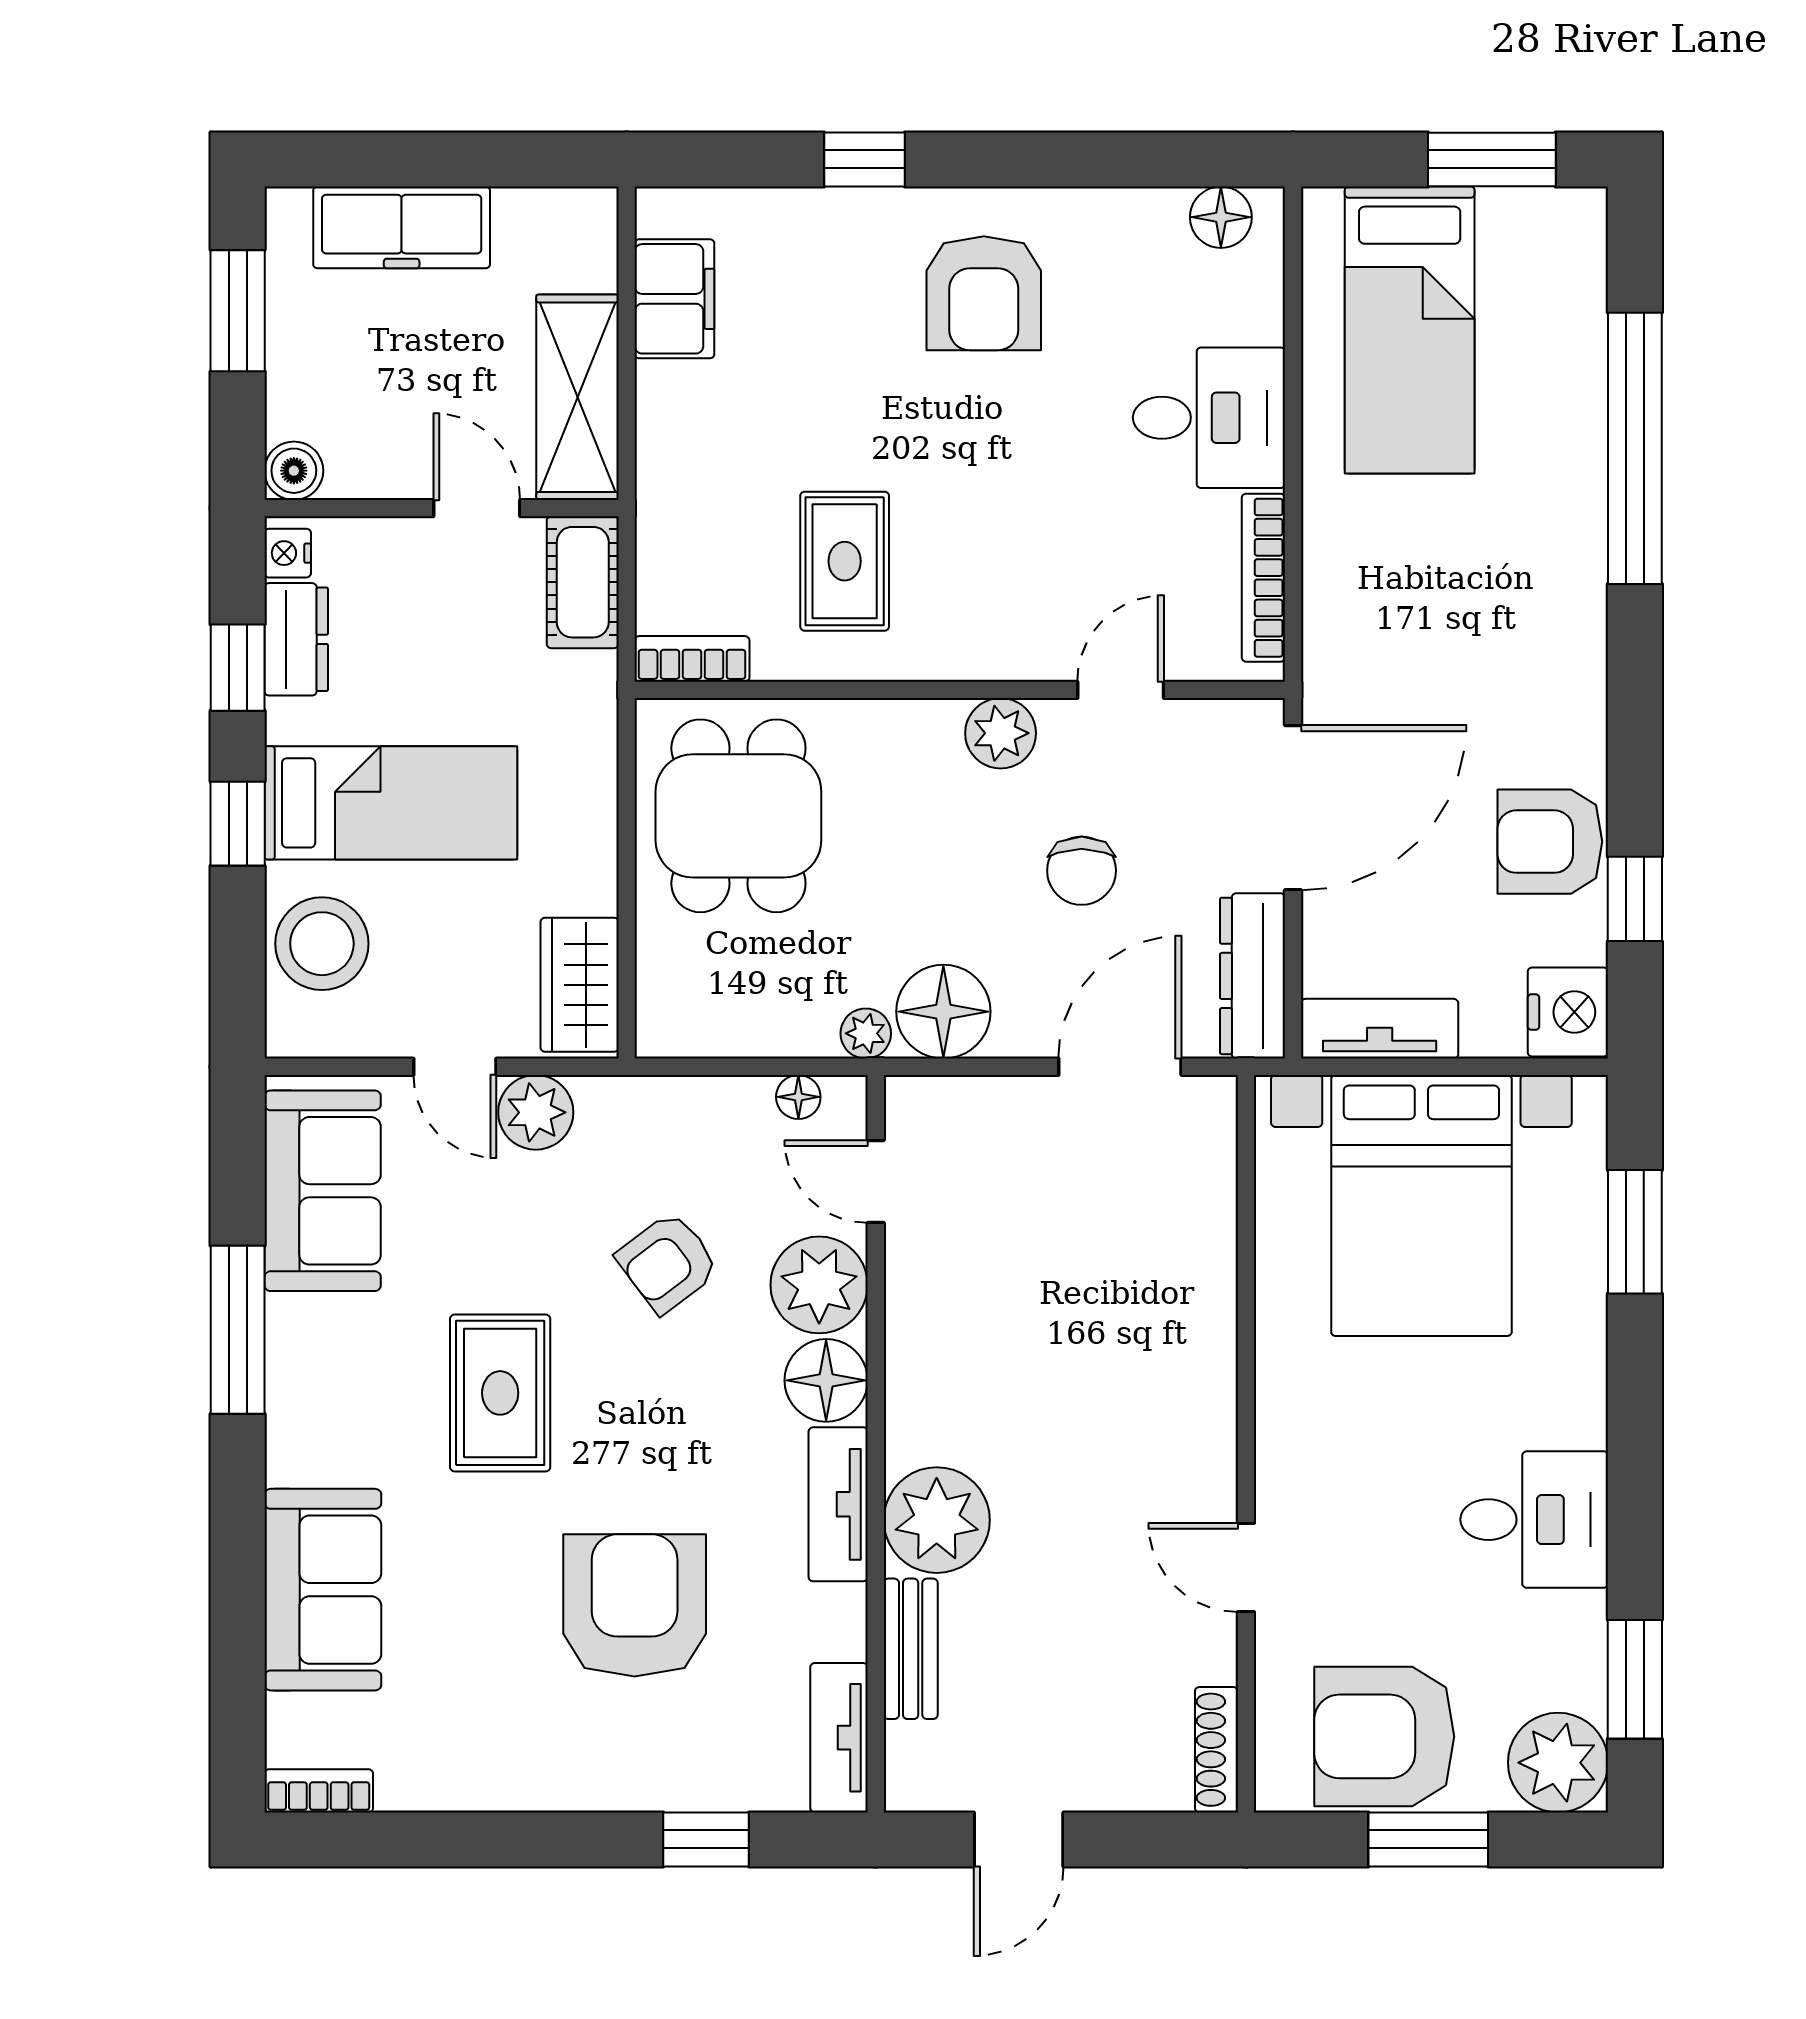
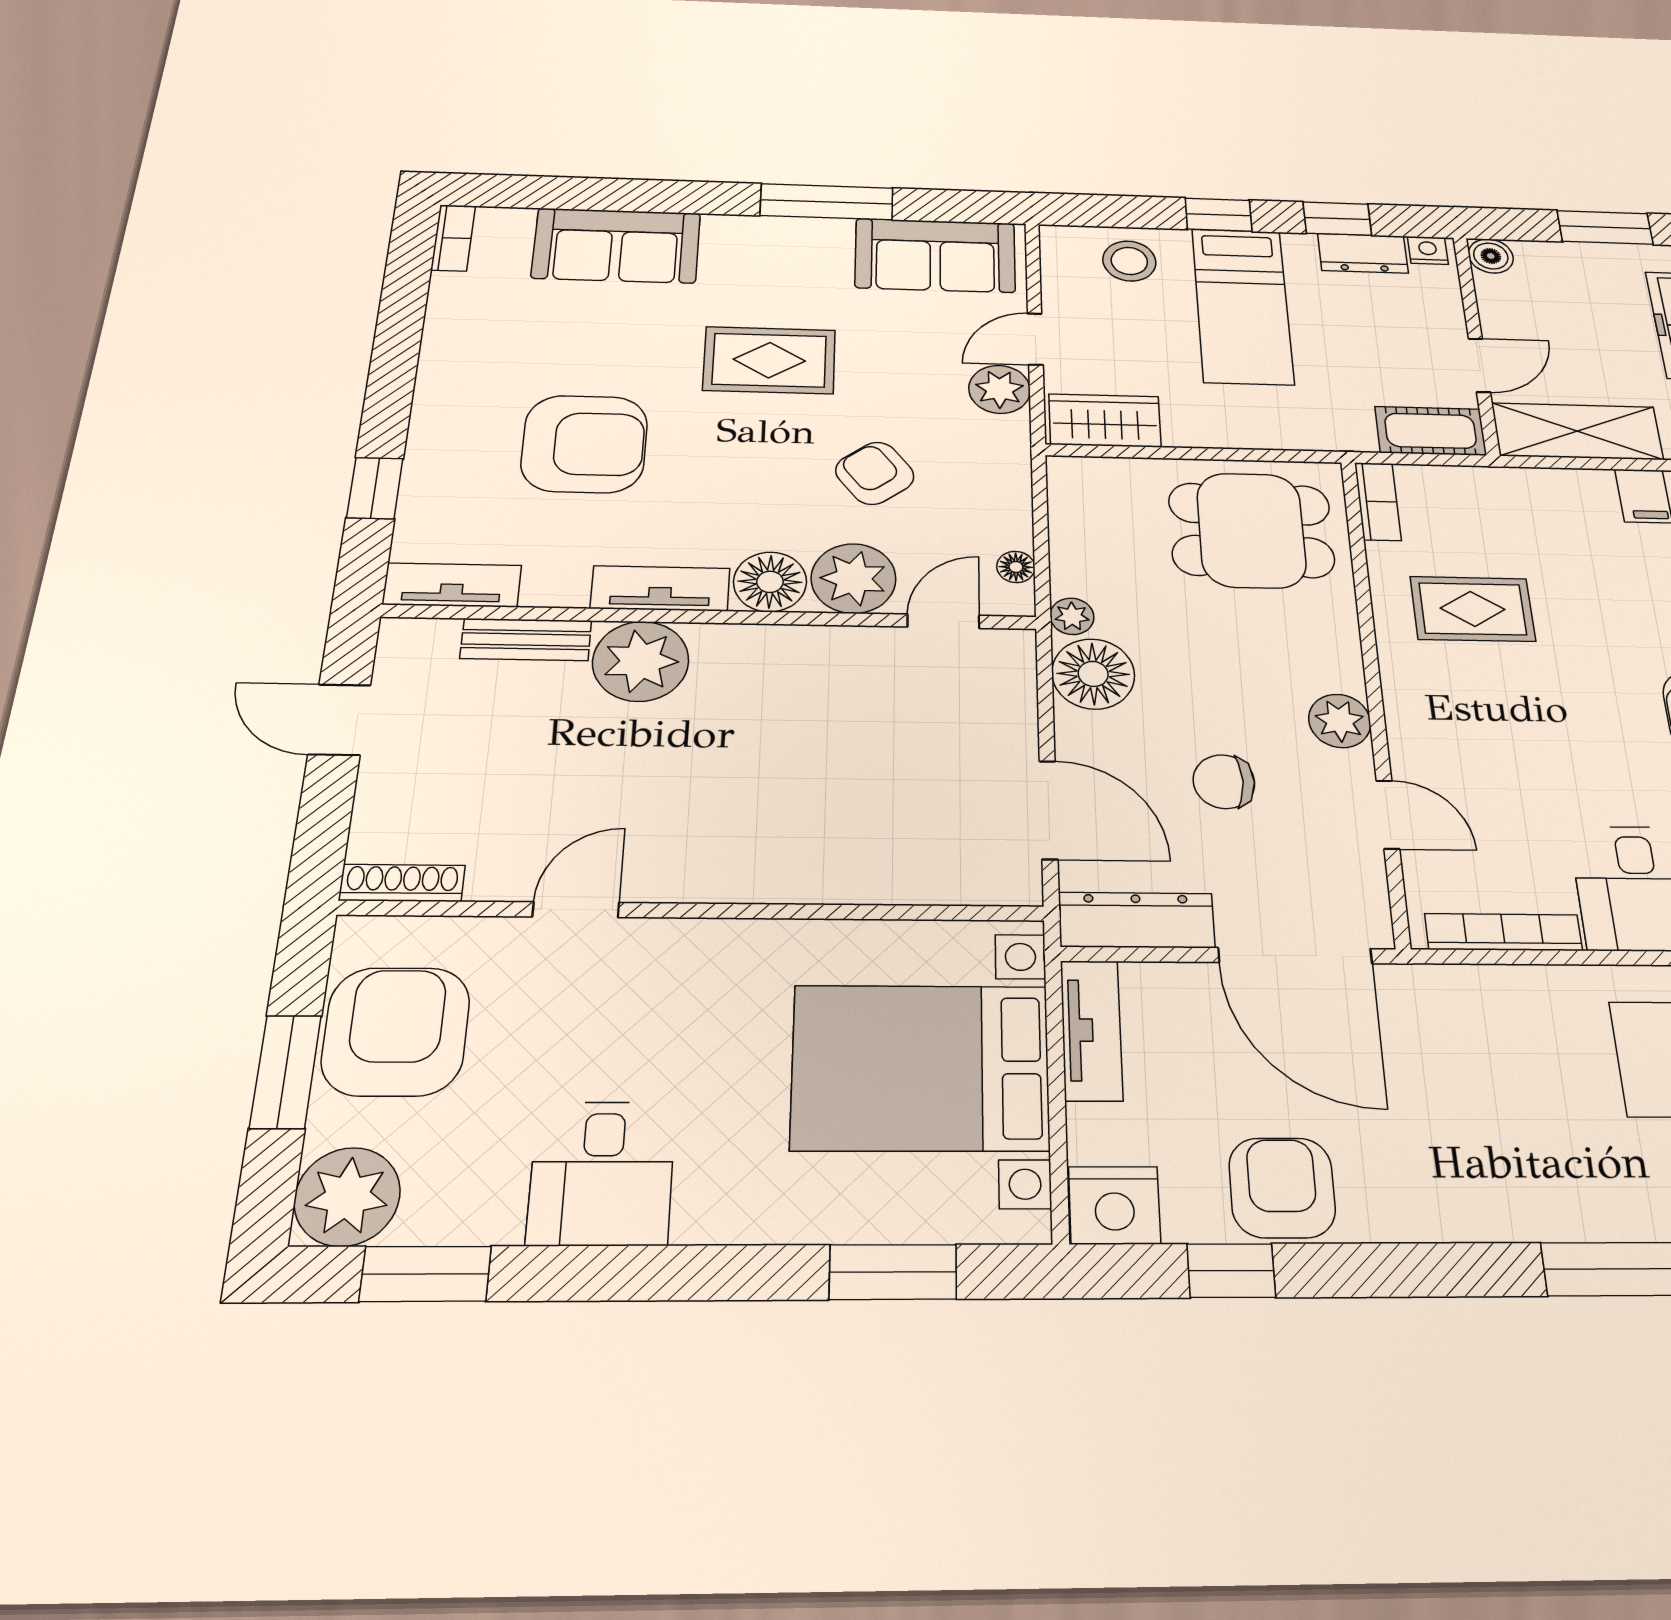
stool: (322, 944) -> (1129, 261), width x0.73, depth x0.73

